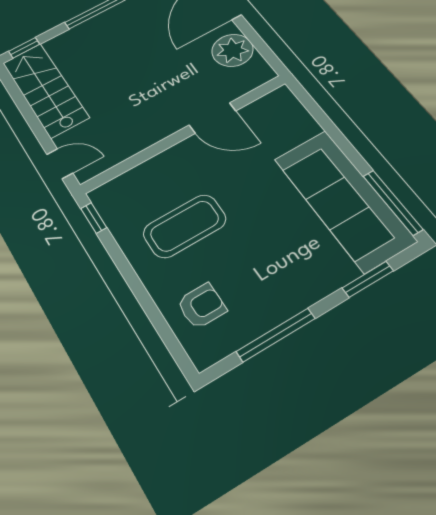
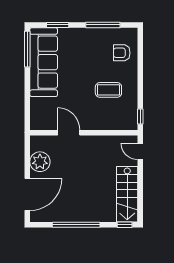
coffee table: (185, 226) -> (108, 90), width x0.73, depth x0.76

